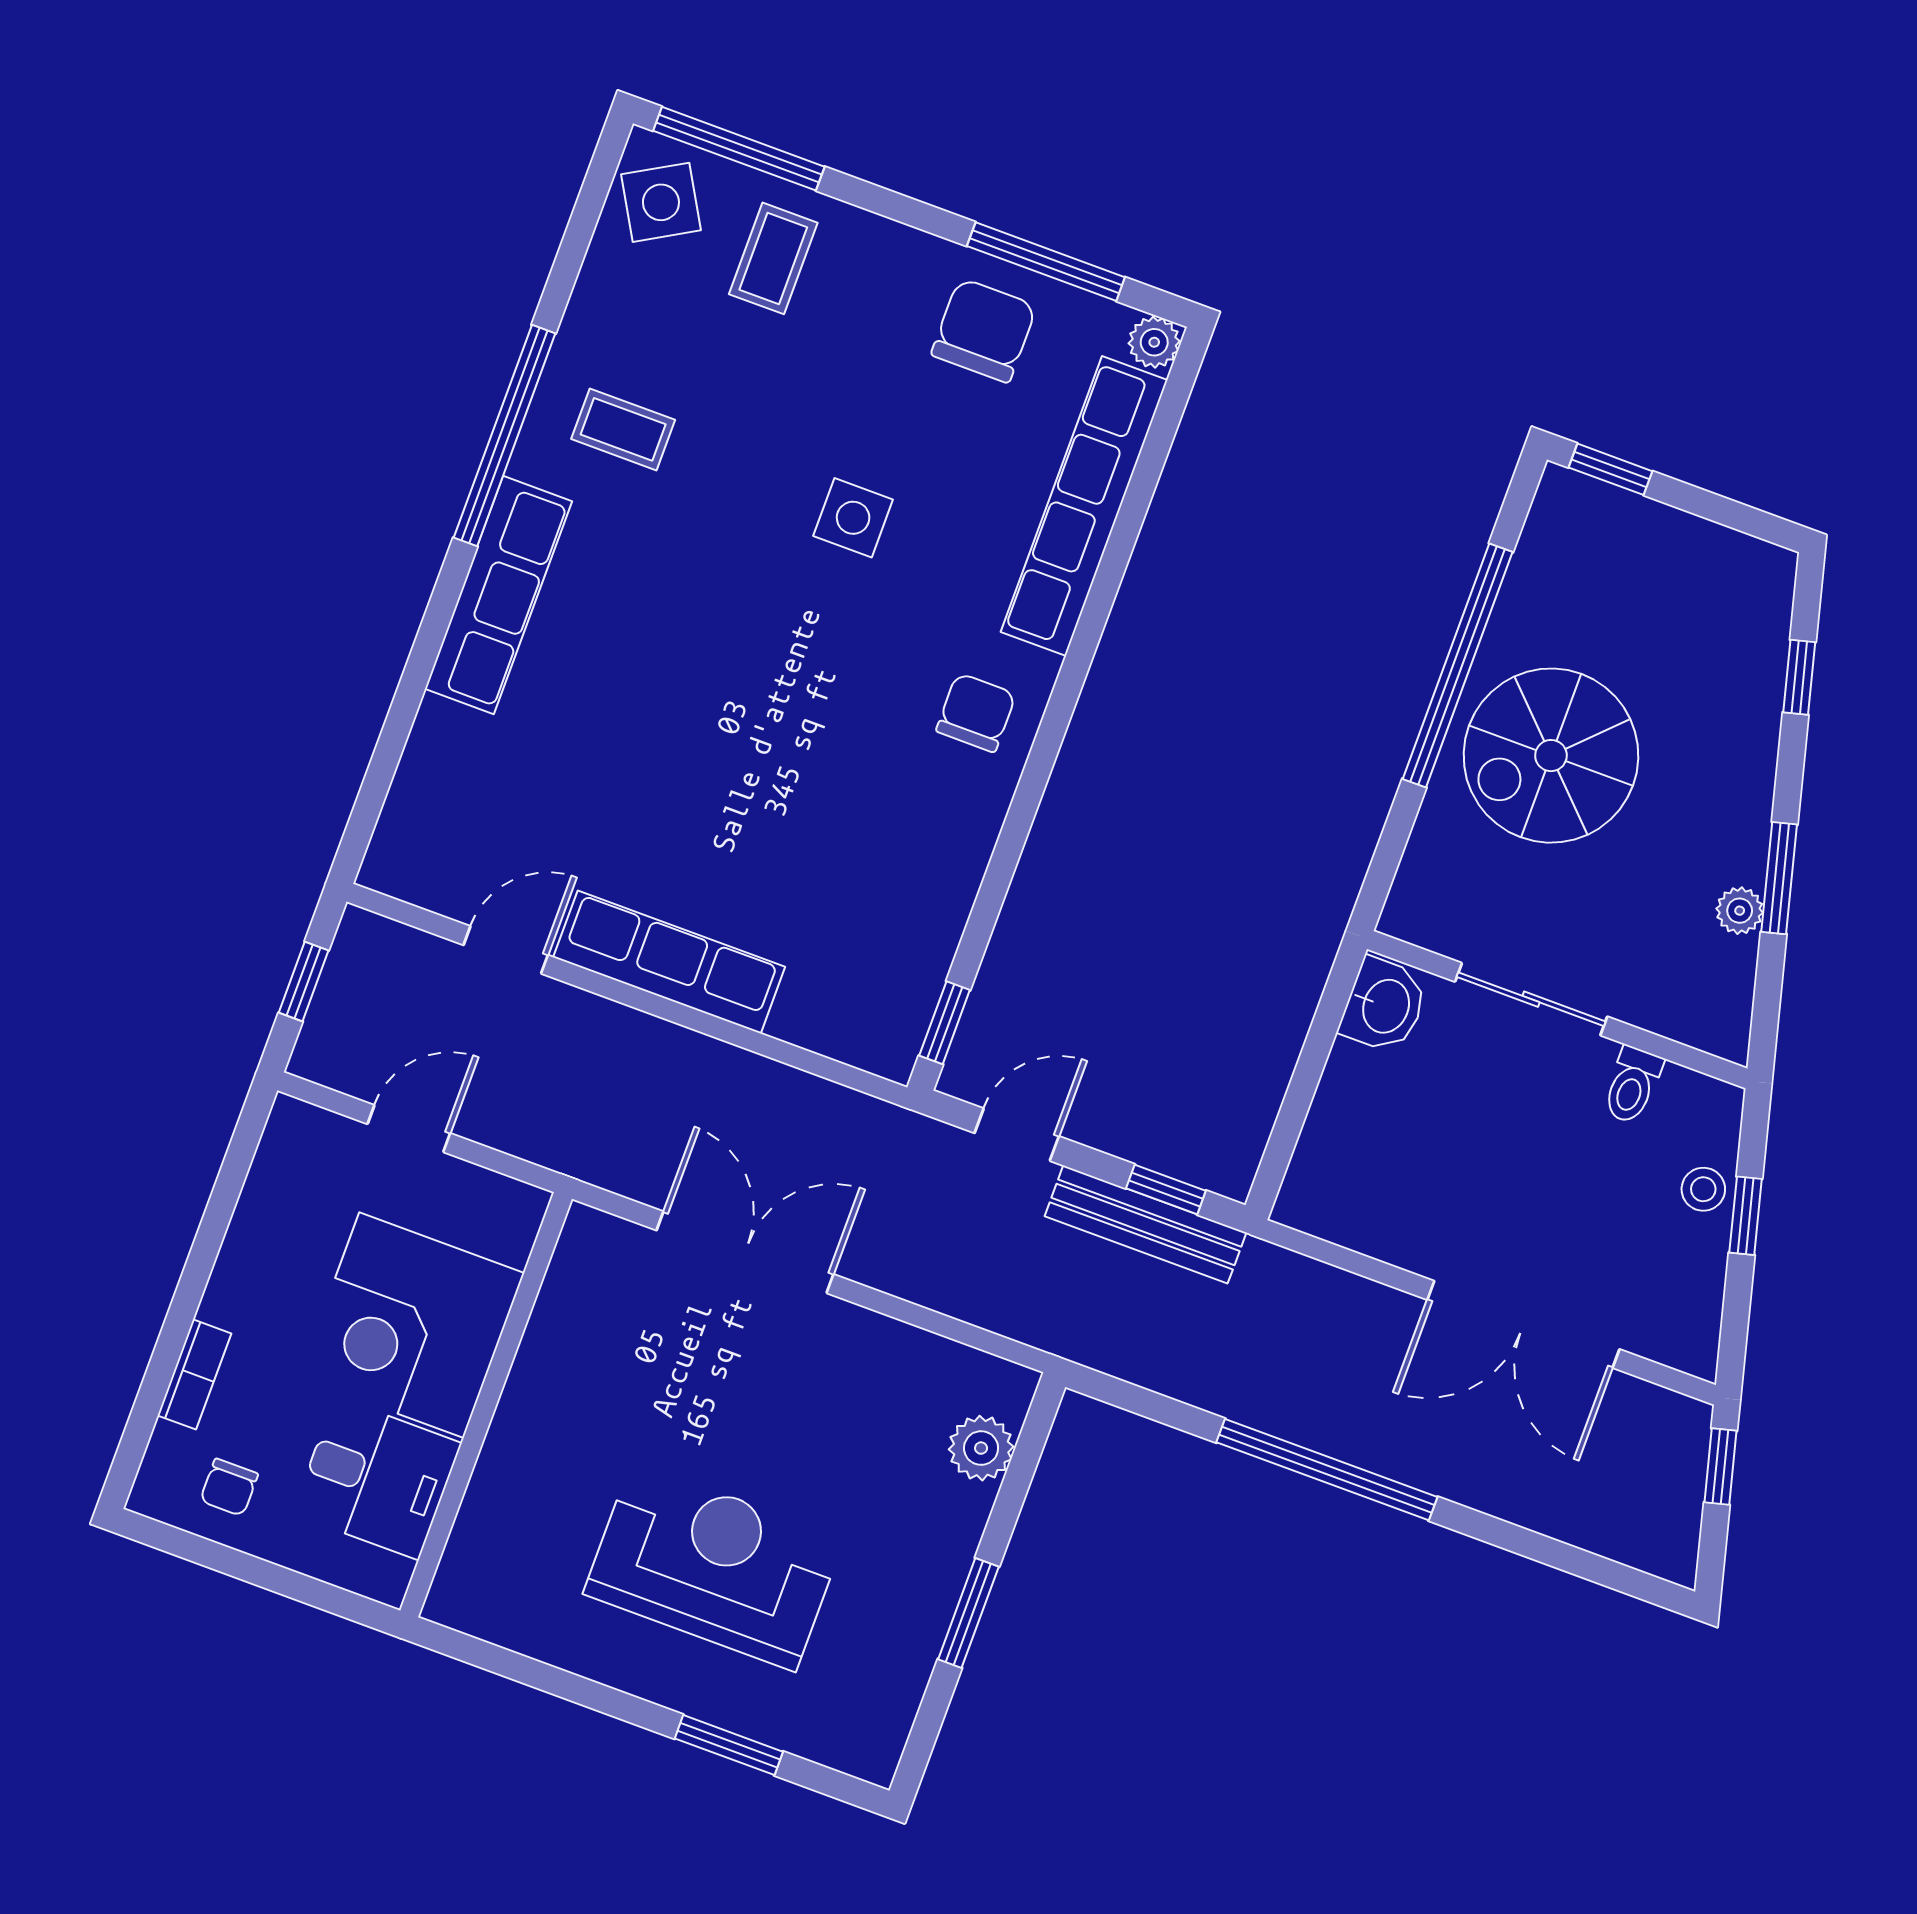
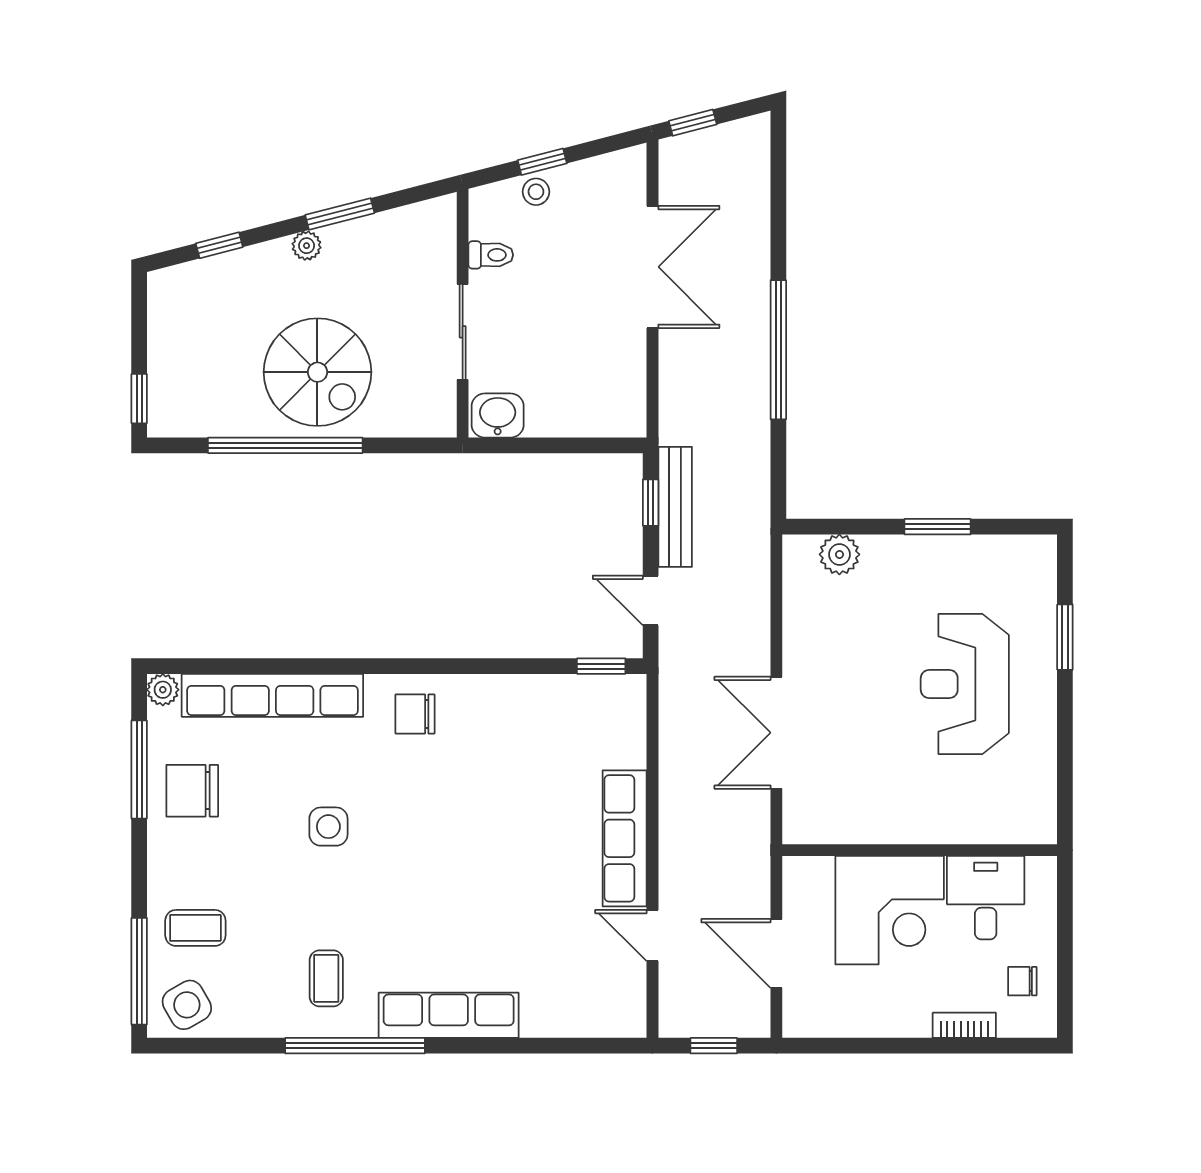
plant: (1740, 911) -> (307, 246), moved
door: (409, 1129) -> (776, 954), width x1.38
chair: (229, 1487) -> (1022, 981), turned 180

